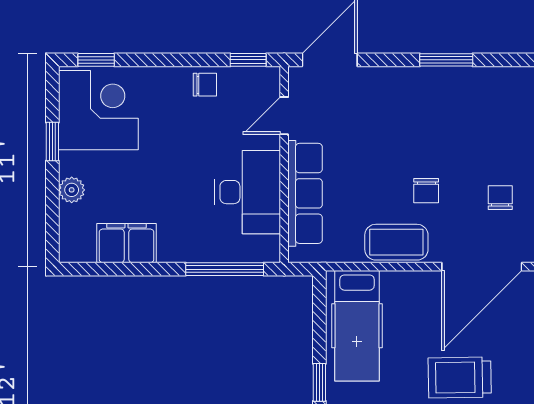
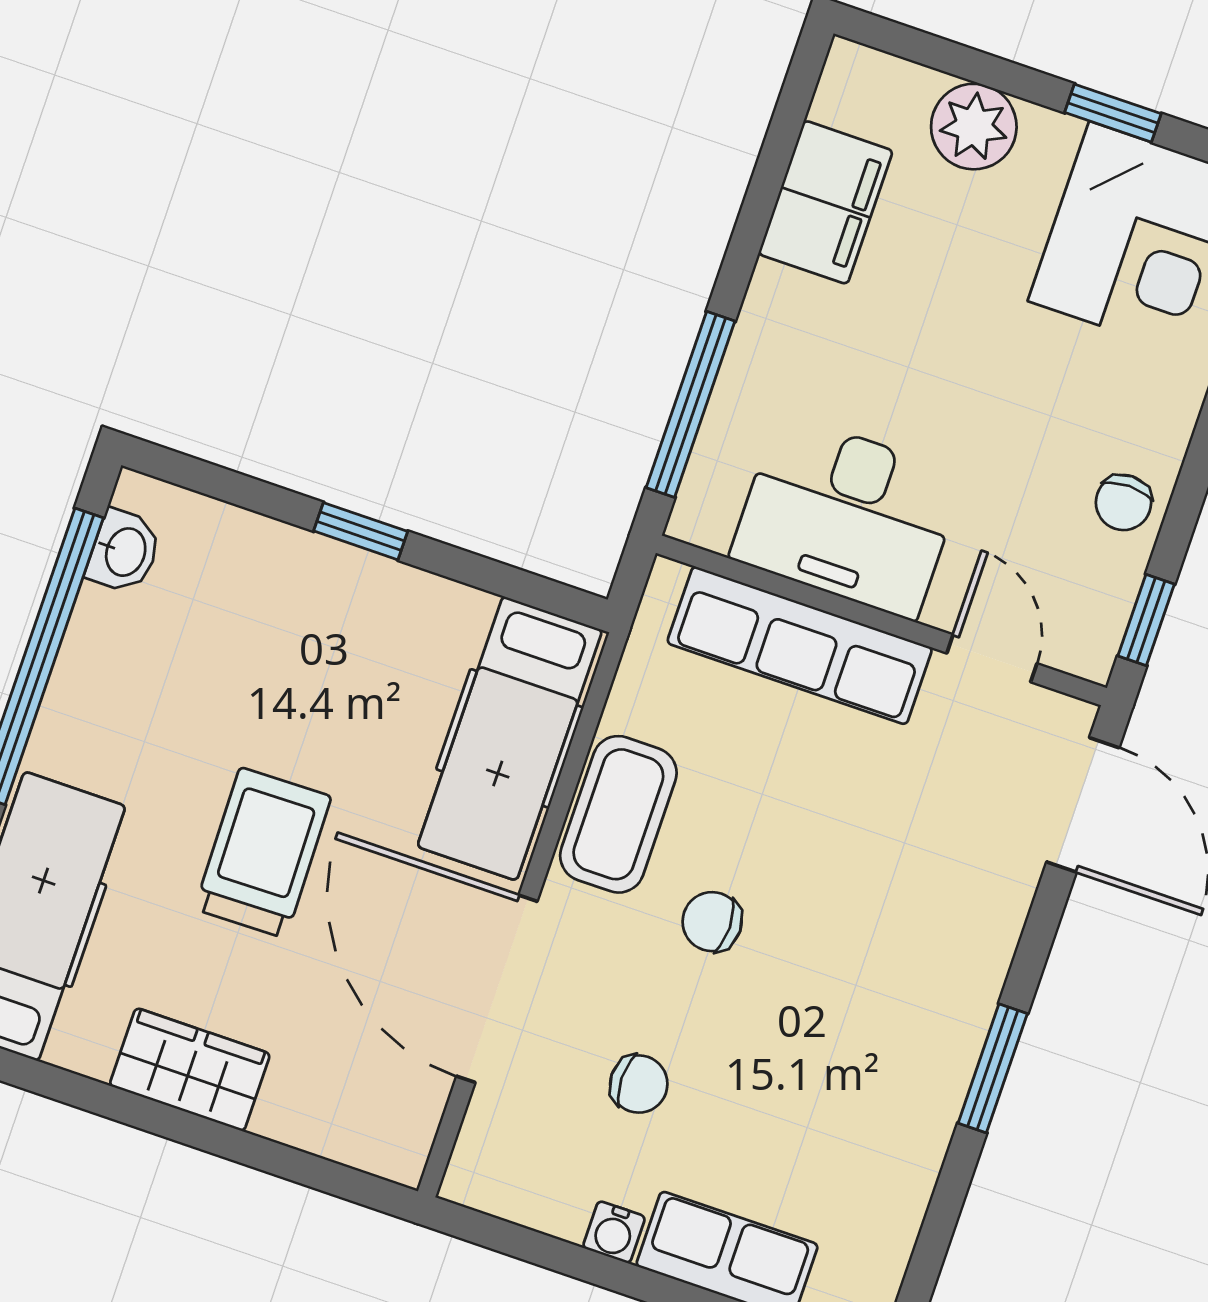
plant: (72, 190) -> (974, 127), width x1.38, depth x1.38
hospital bed: (357, 326) -> (510, 738), moved, turned -90

